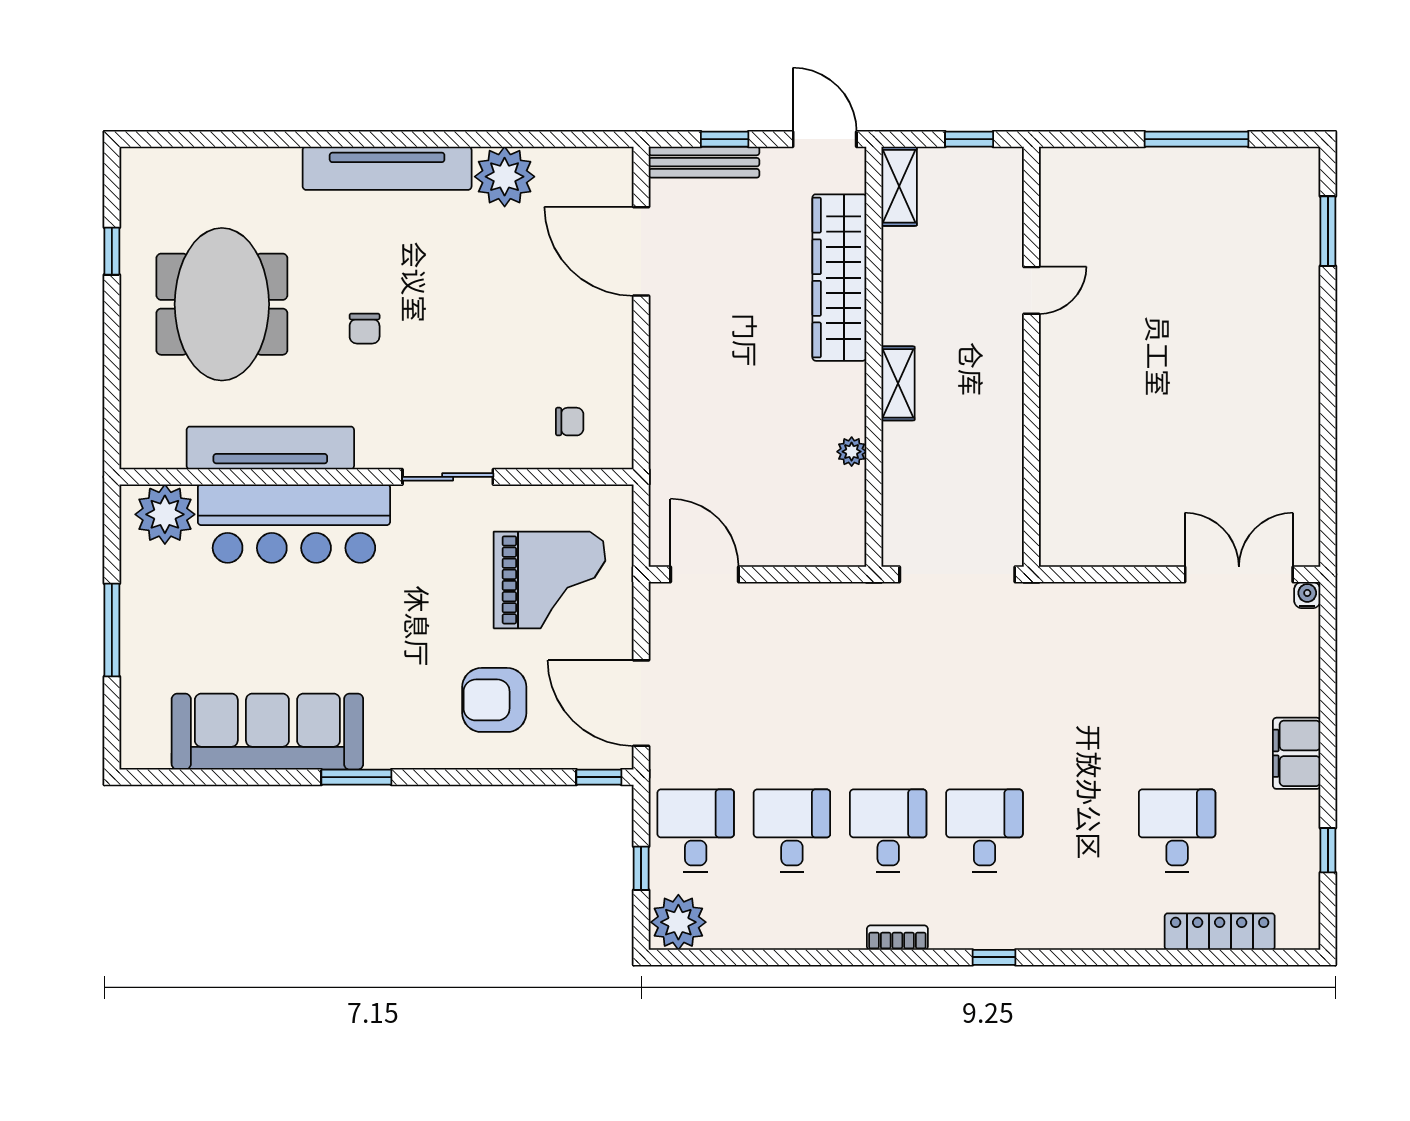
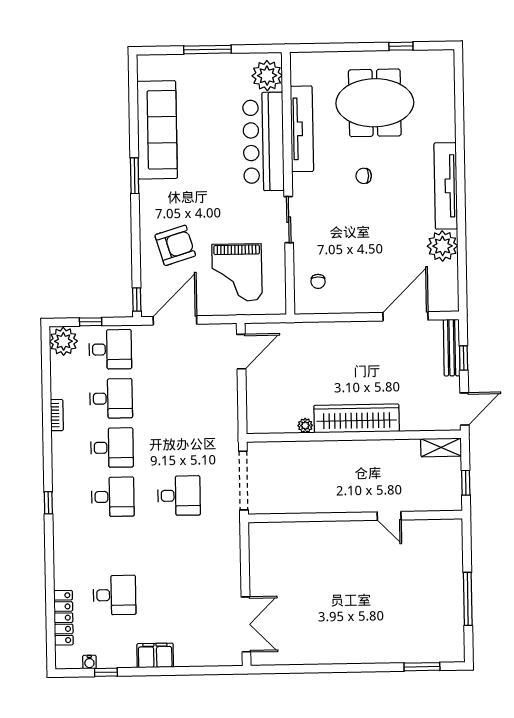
wardrobe: (839, 278) -> (357, 418), moved
shelving: (898, 383) -> (340, 449), removed
water cooler: (1307, 595) -> (89, 662), moved, turned 90
armchair: (494, 700) -> (175, 245), turned 73
desk: (984, 701) -> (179, 496), added
bookcase: (897, 938) -> (57, 415), moved

